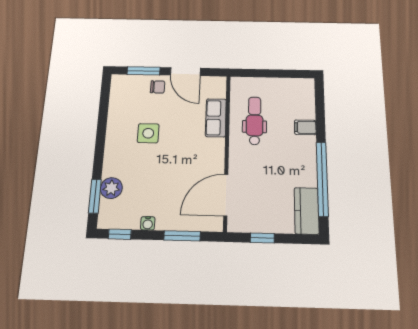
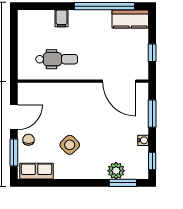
row of seats: (216, 118) -> (37, 171), moved, turned 180
dental chair: (255, 121) -> (57, 59), turned 180
side table: (148, 133) -> (70, 145), turned 45

